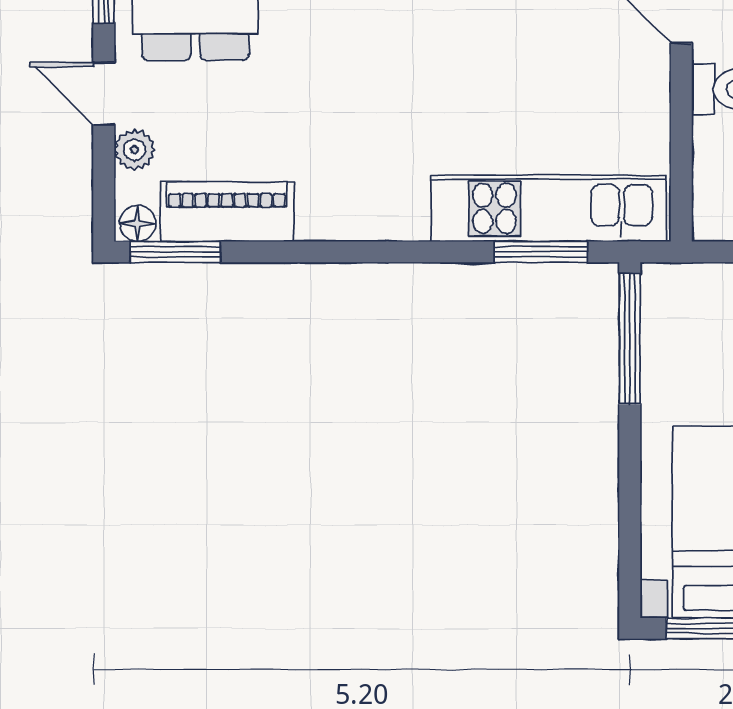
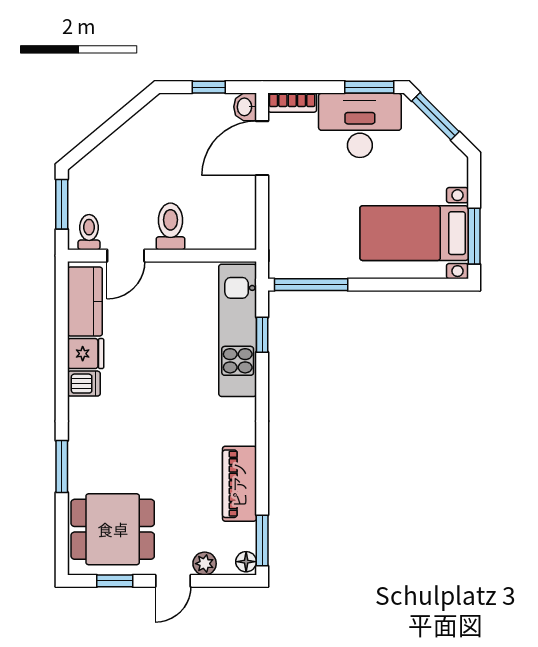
piano: (227, 212) -> (239, 484), moved
window: (541, 252) -> (262, 335), width x0.67

